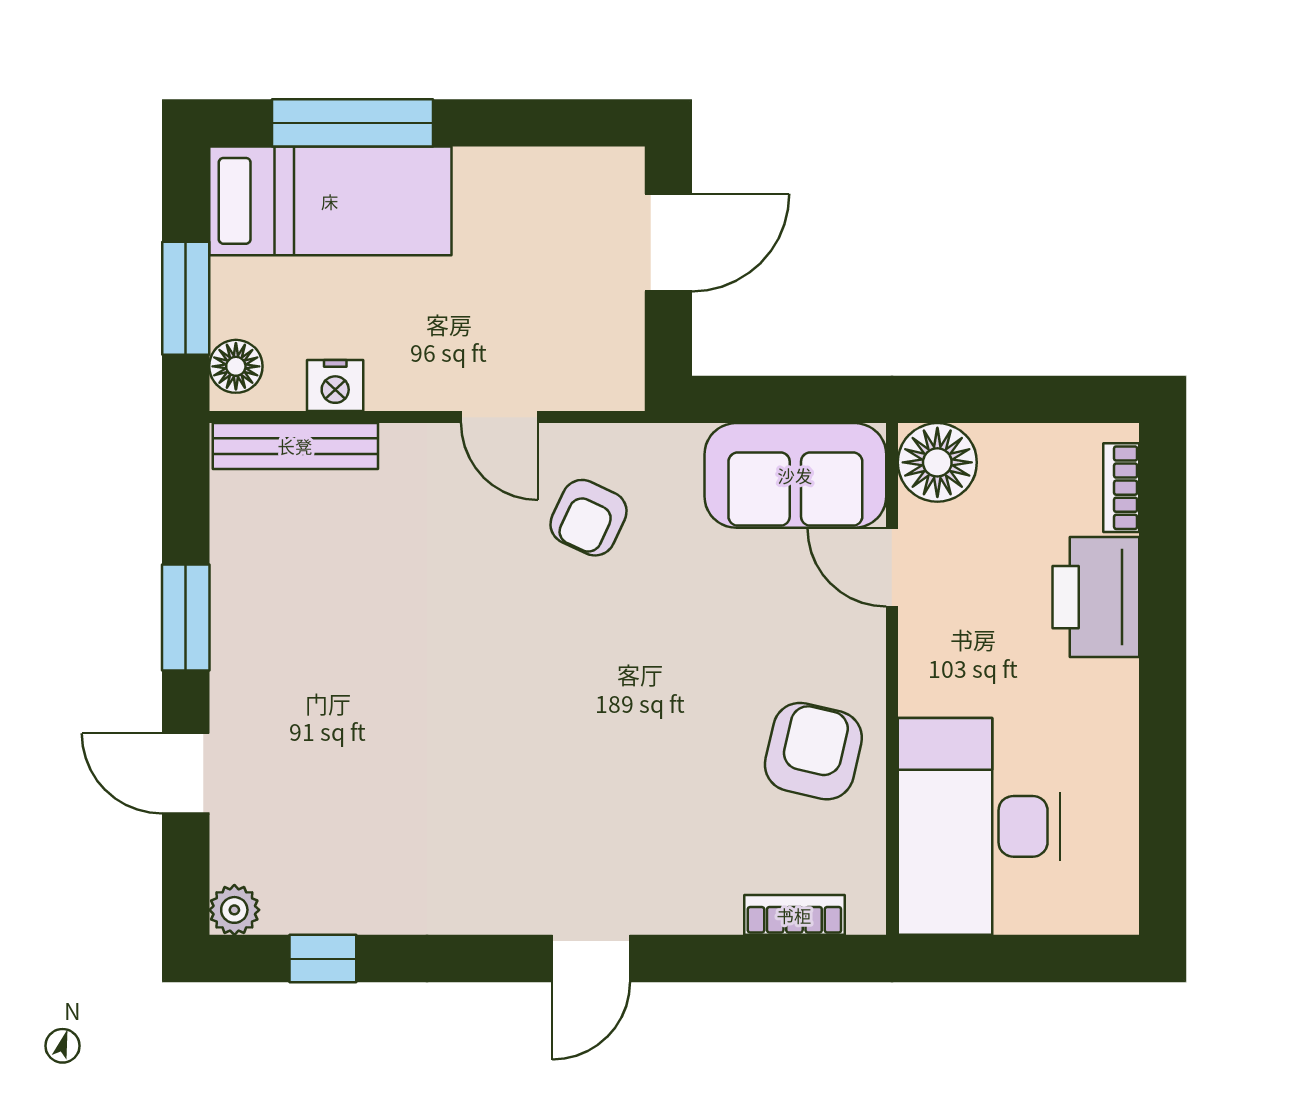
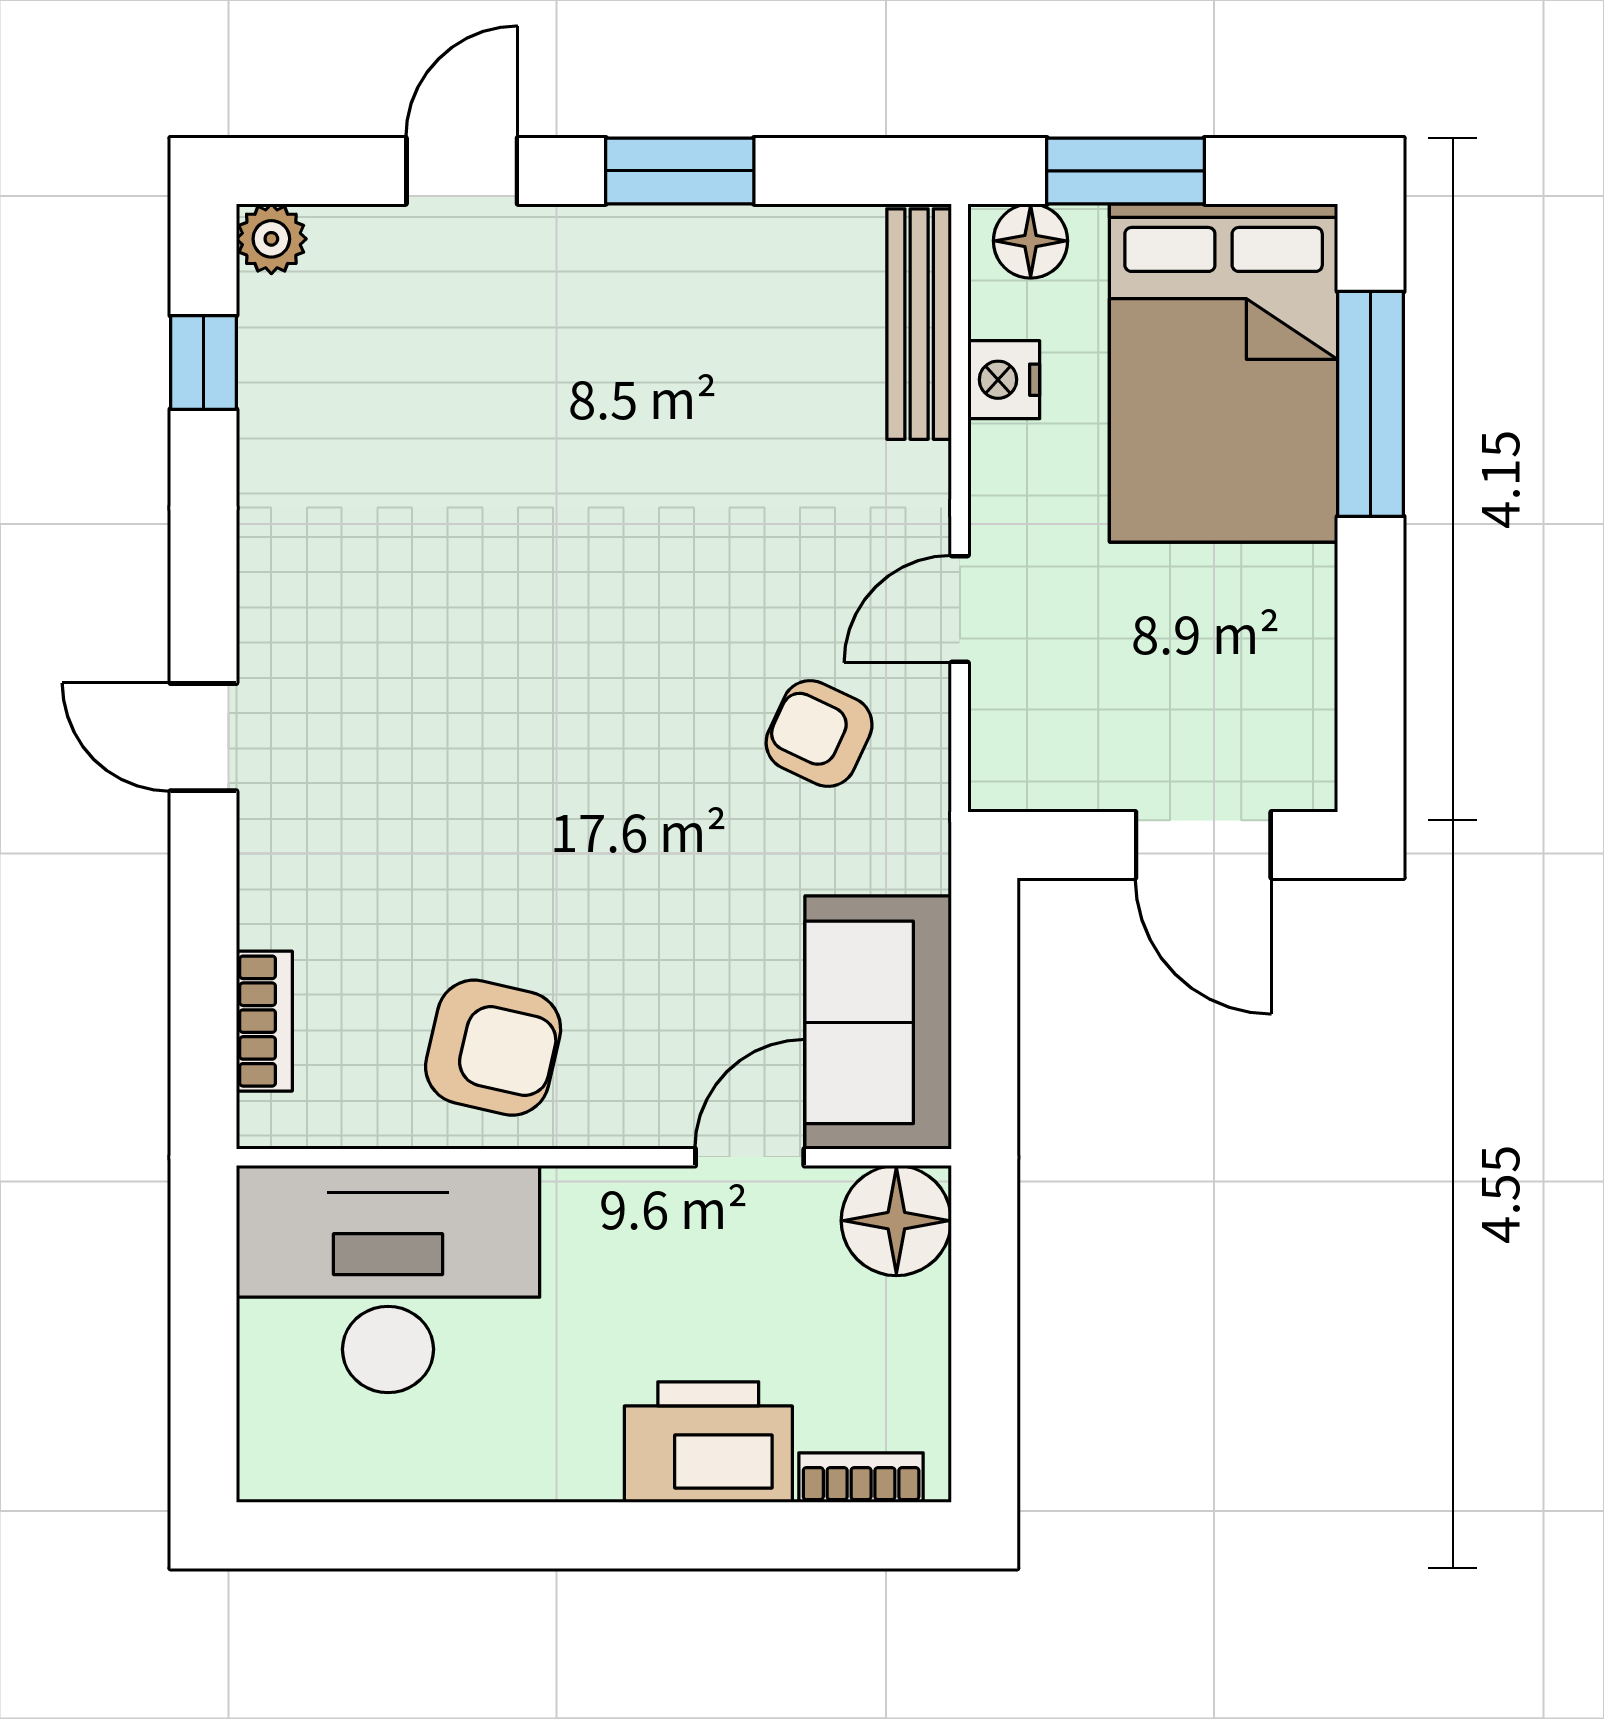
bed: (330, 201) -> (1224, 373), width x1.50

